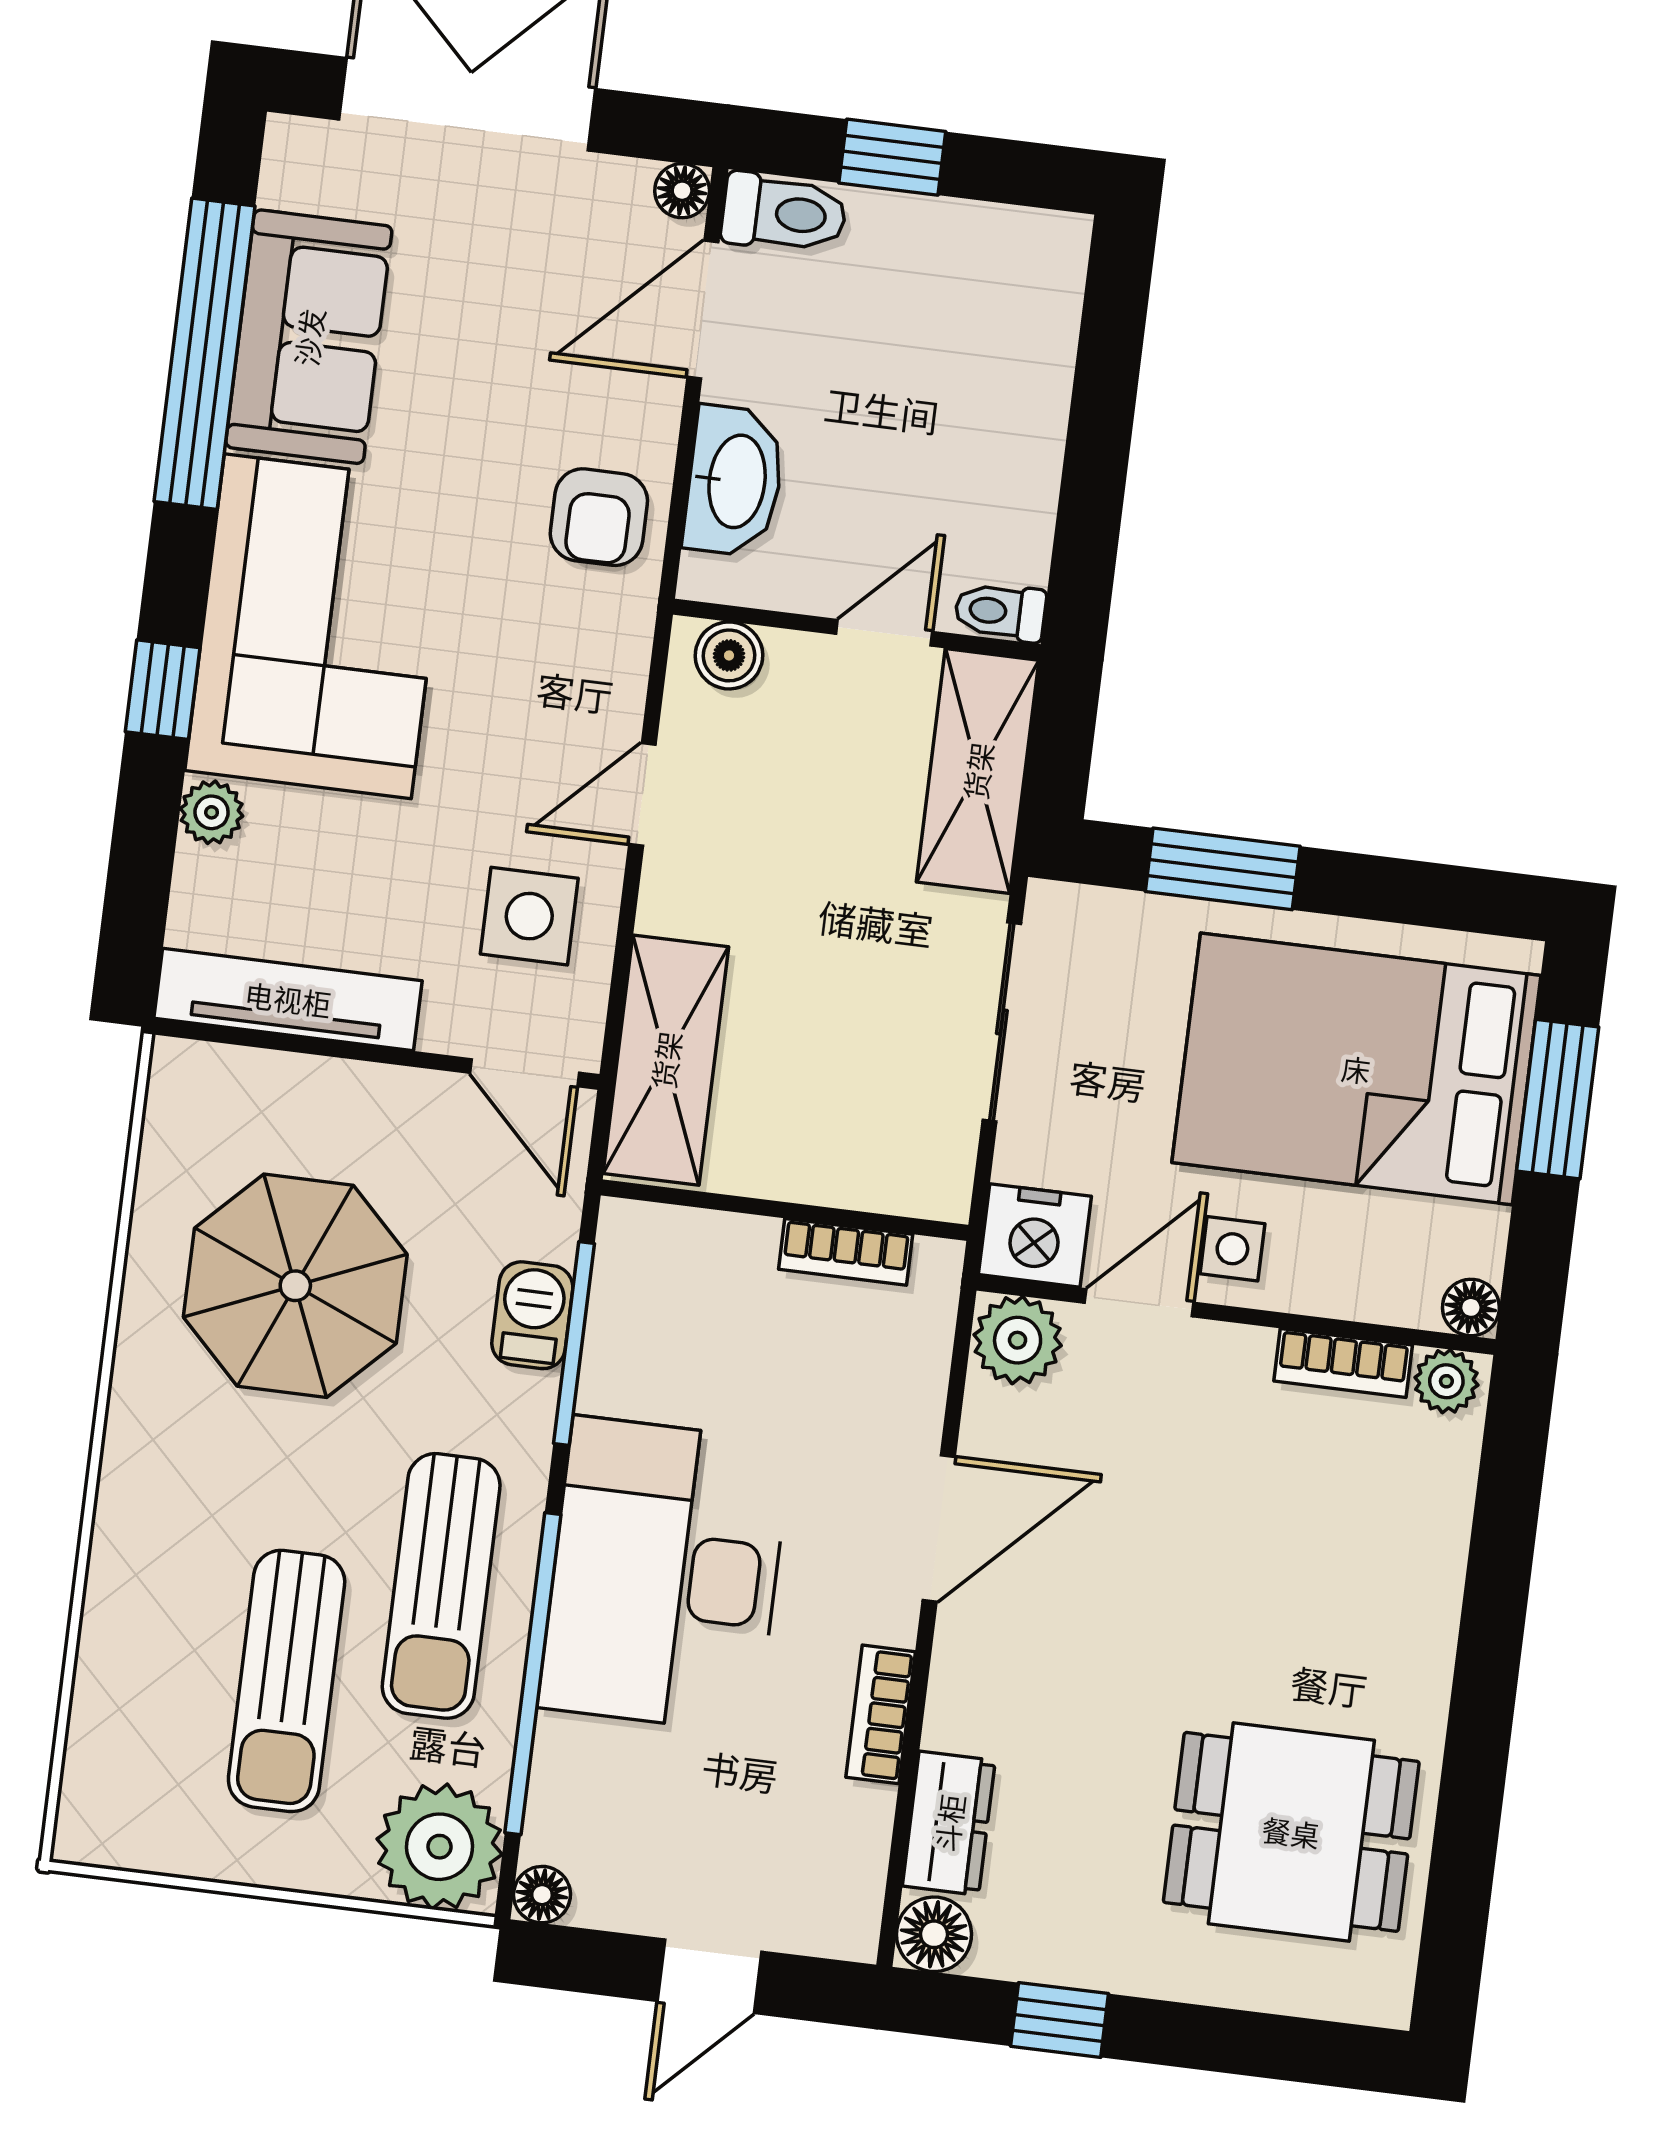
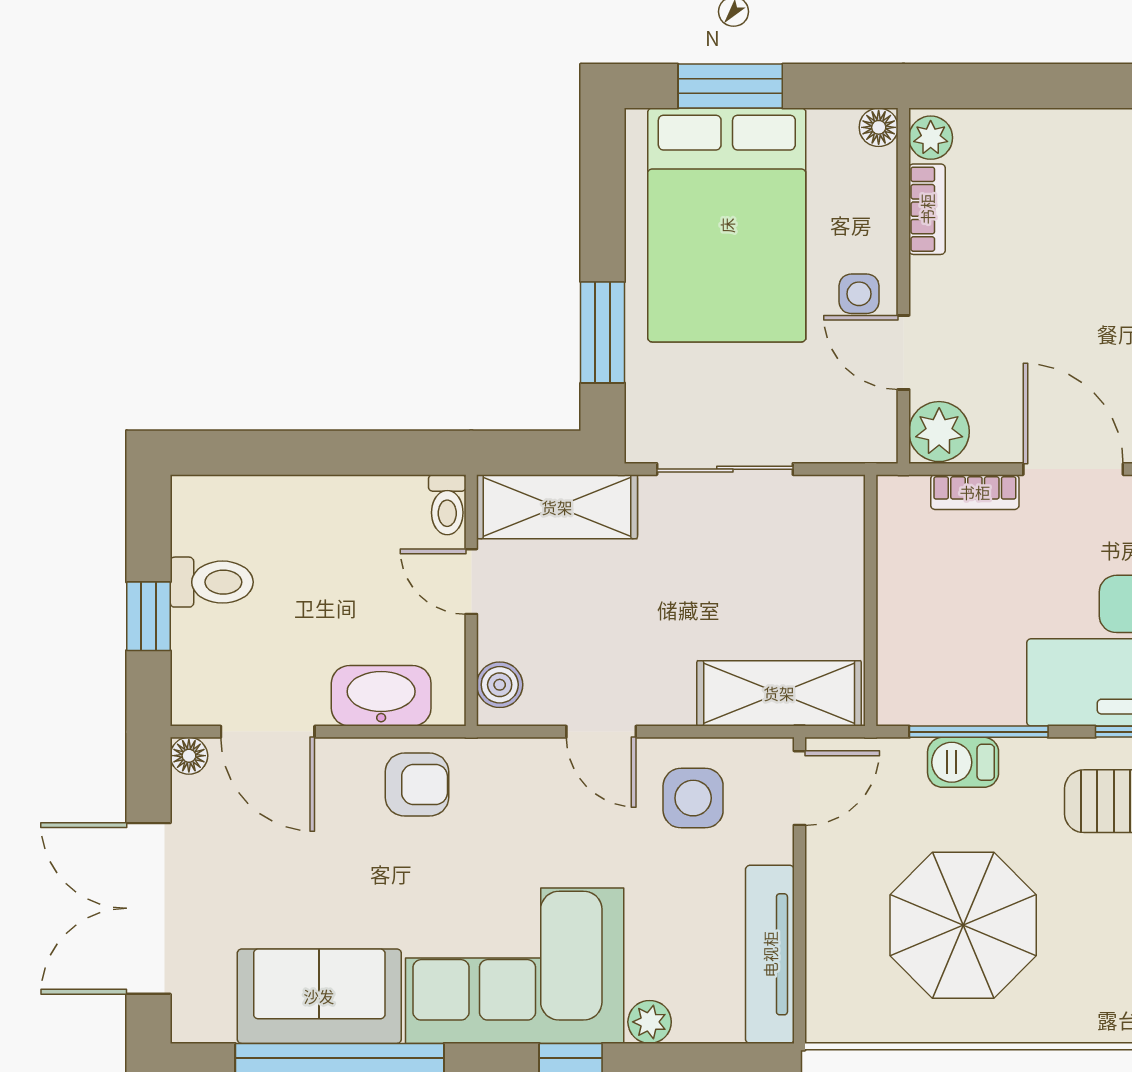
toilet: (784, 213) -> (212, 582), moved, turned 90
nightstand: (1035, 1235) -> (867, 429), removed
bookcase: (846, 1252) -> (975, 492), moved, turned 90

